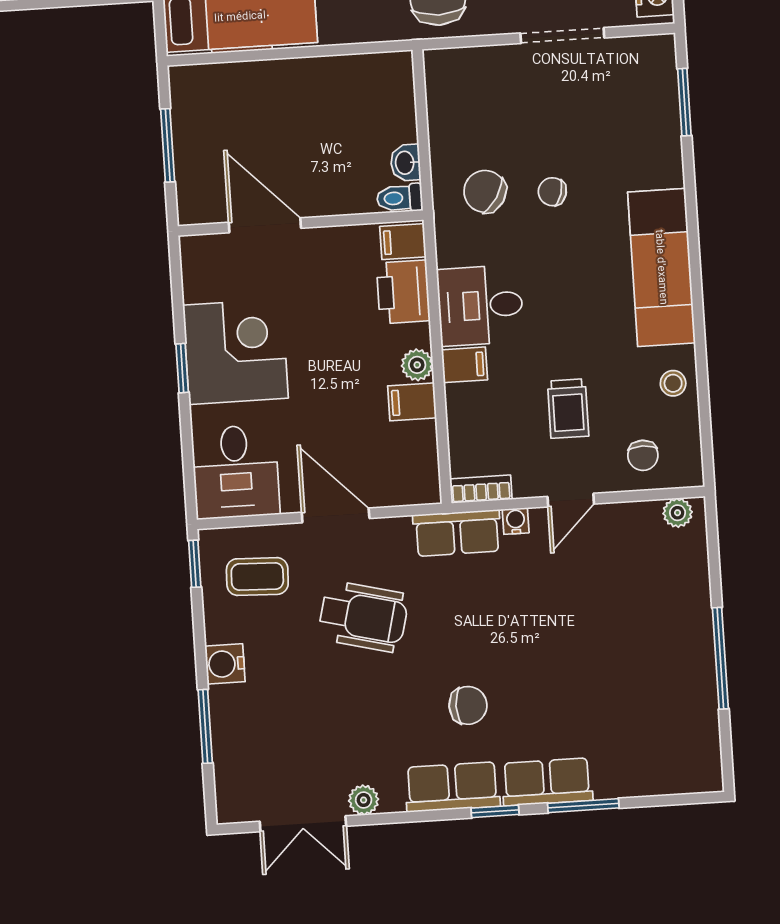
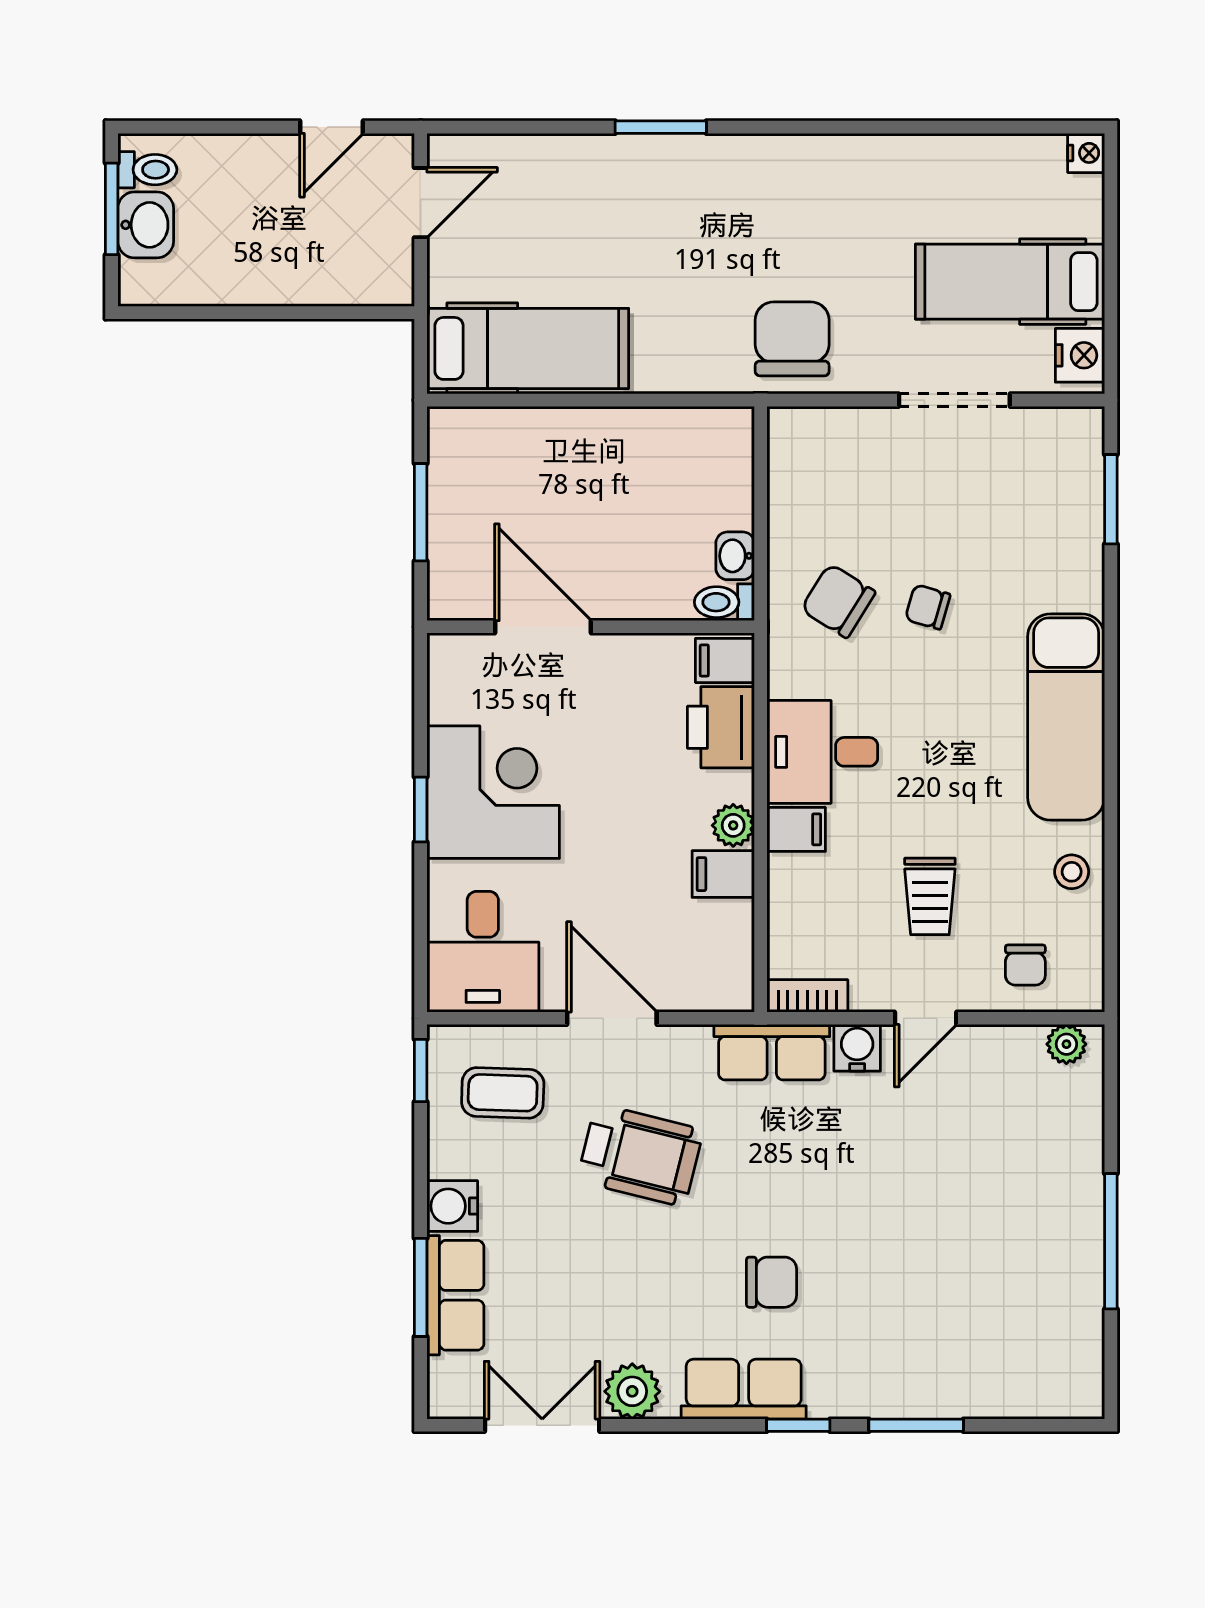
water cooler: (516, 521) -> (857, 1048), width x1.38, depth x1.38
row of seats: (547, 782) -> (455, 1295), moved, turned 90
plant: (364, 800) -> (632, 1391), width x1.38, depth x1.38
double door: (303, 824) -> (542, 1425), swing flipped

